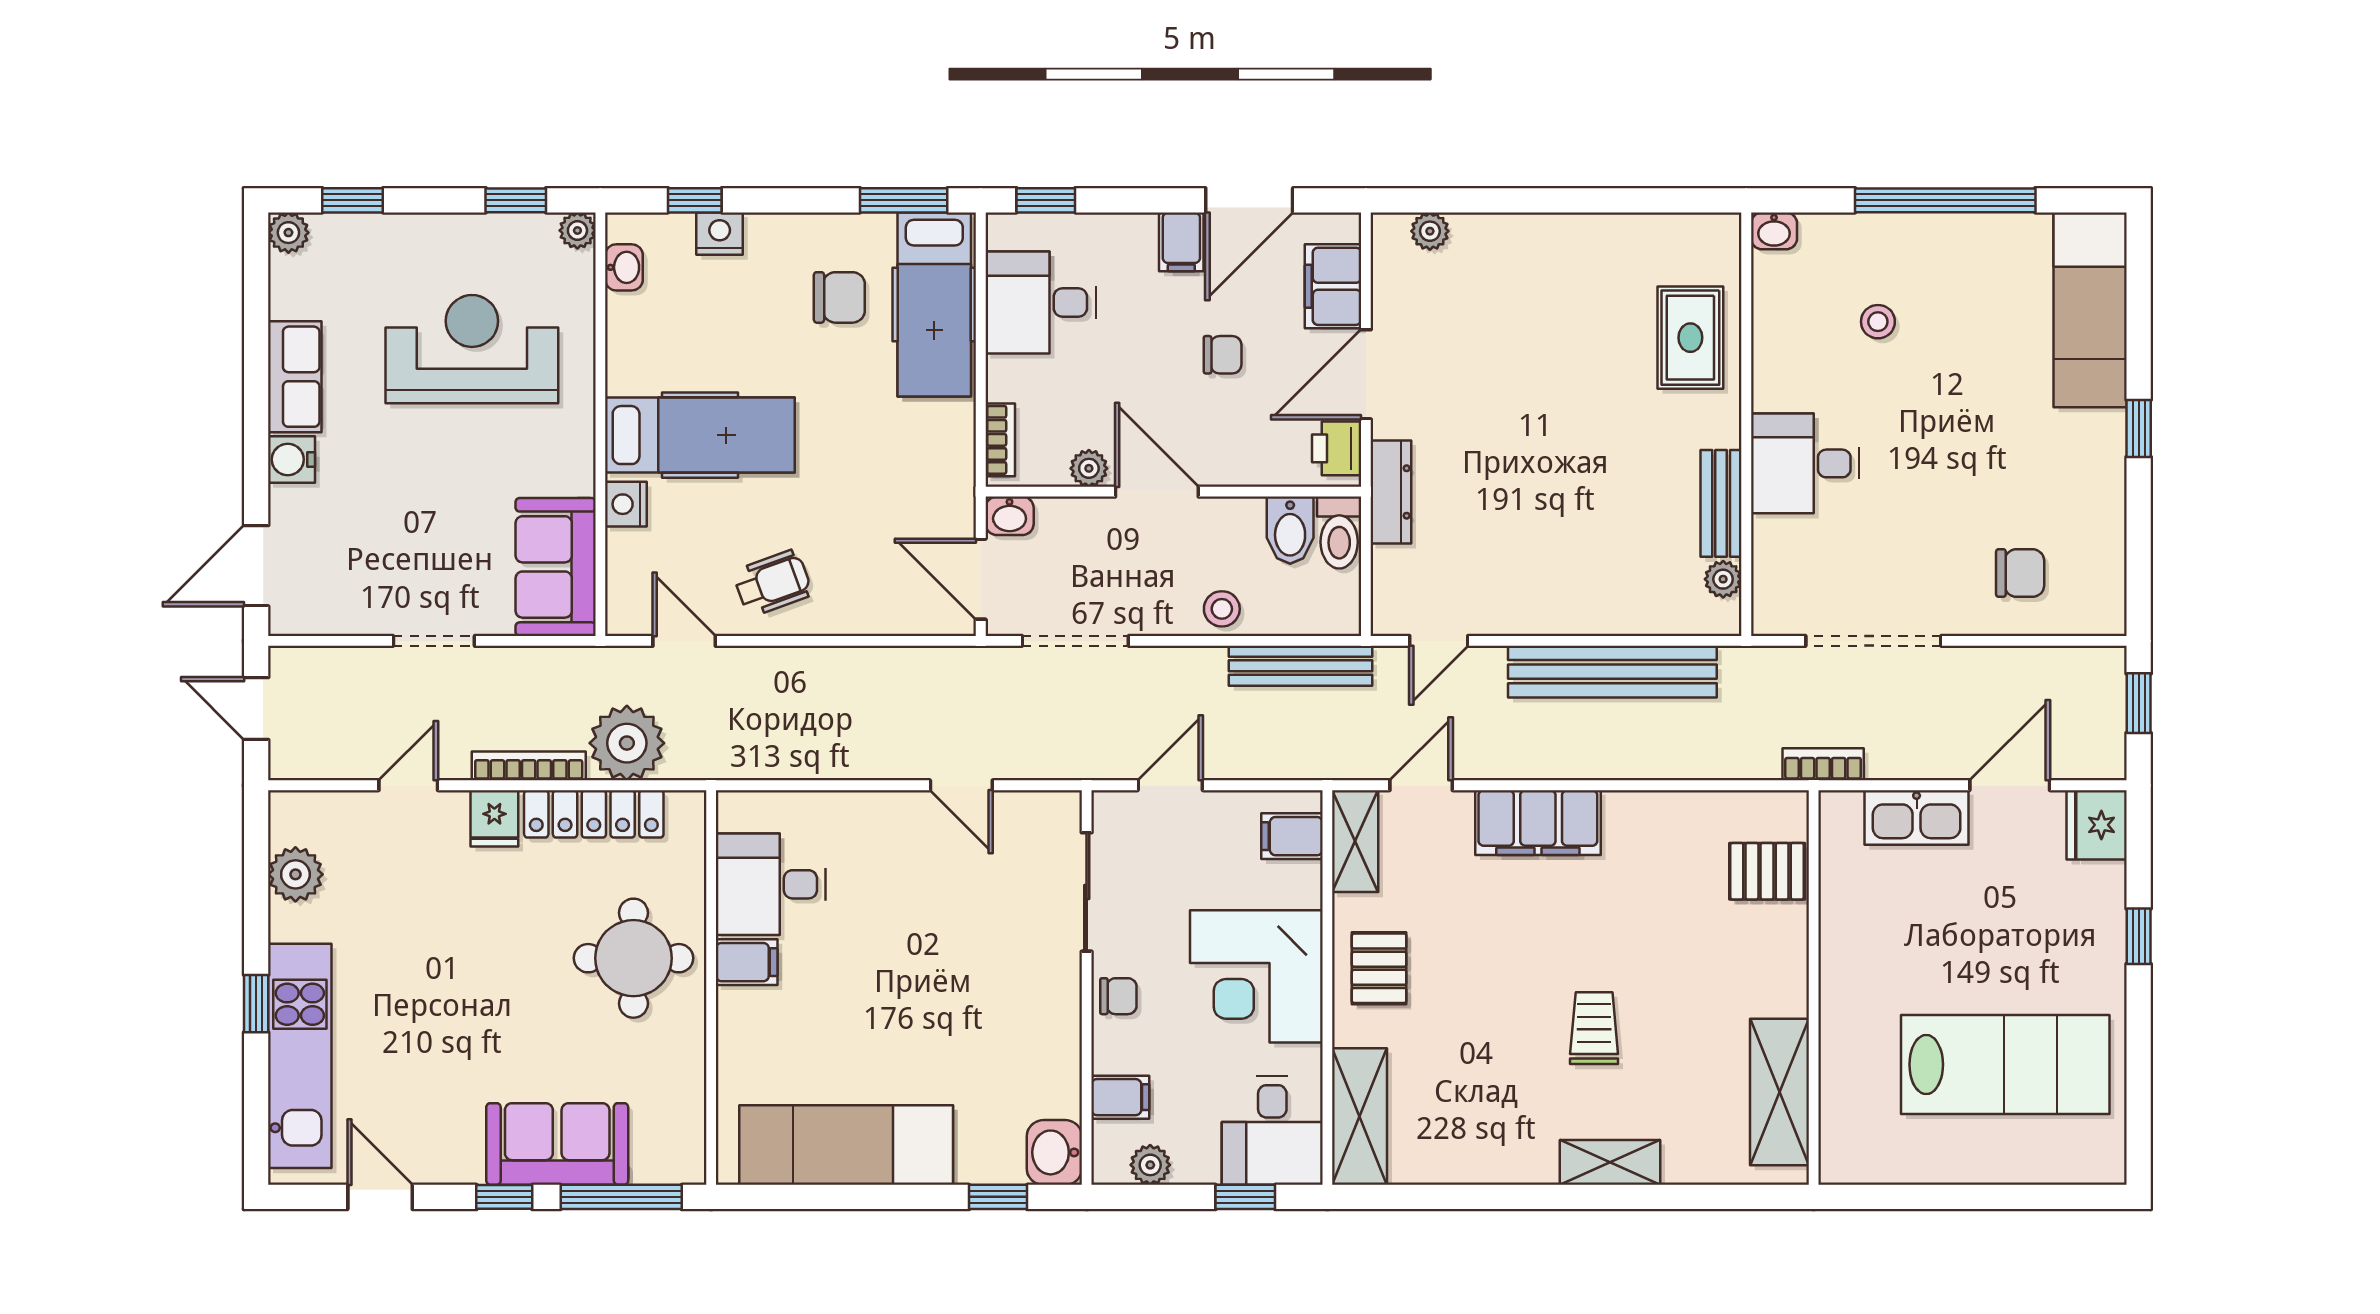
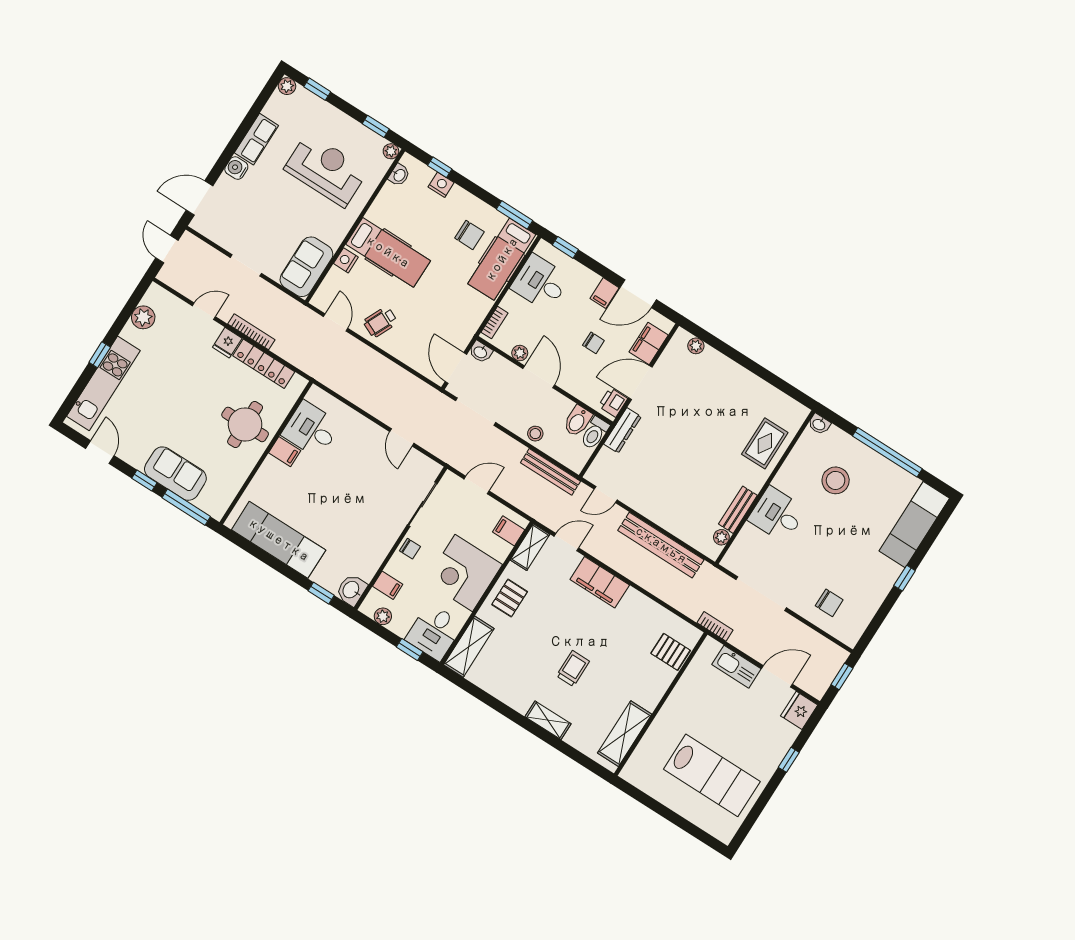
stool: (1878, 322) -> (836, 480), width x1.89, depth x1.89
wheelchair: (773, 583) -> (380, 322), turned 135
plant: (627, 743) -> (292, 346), removed

